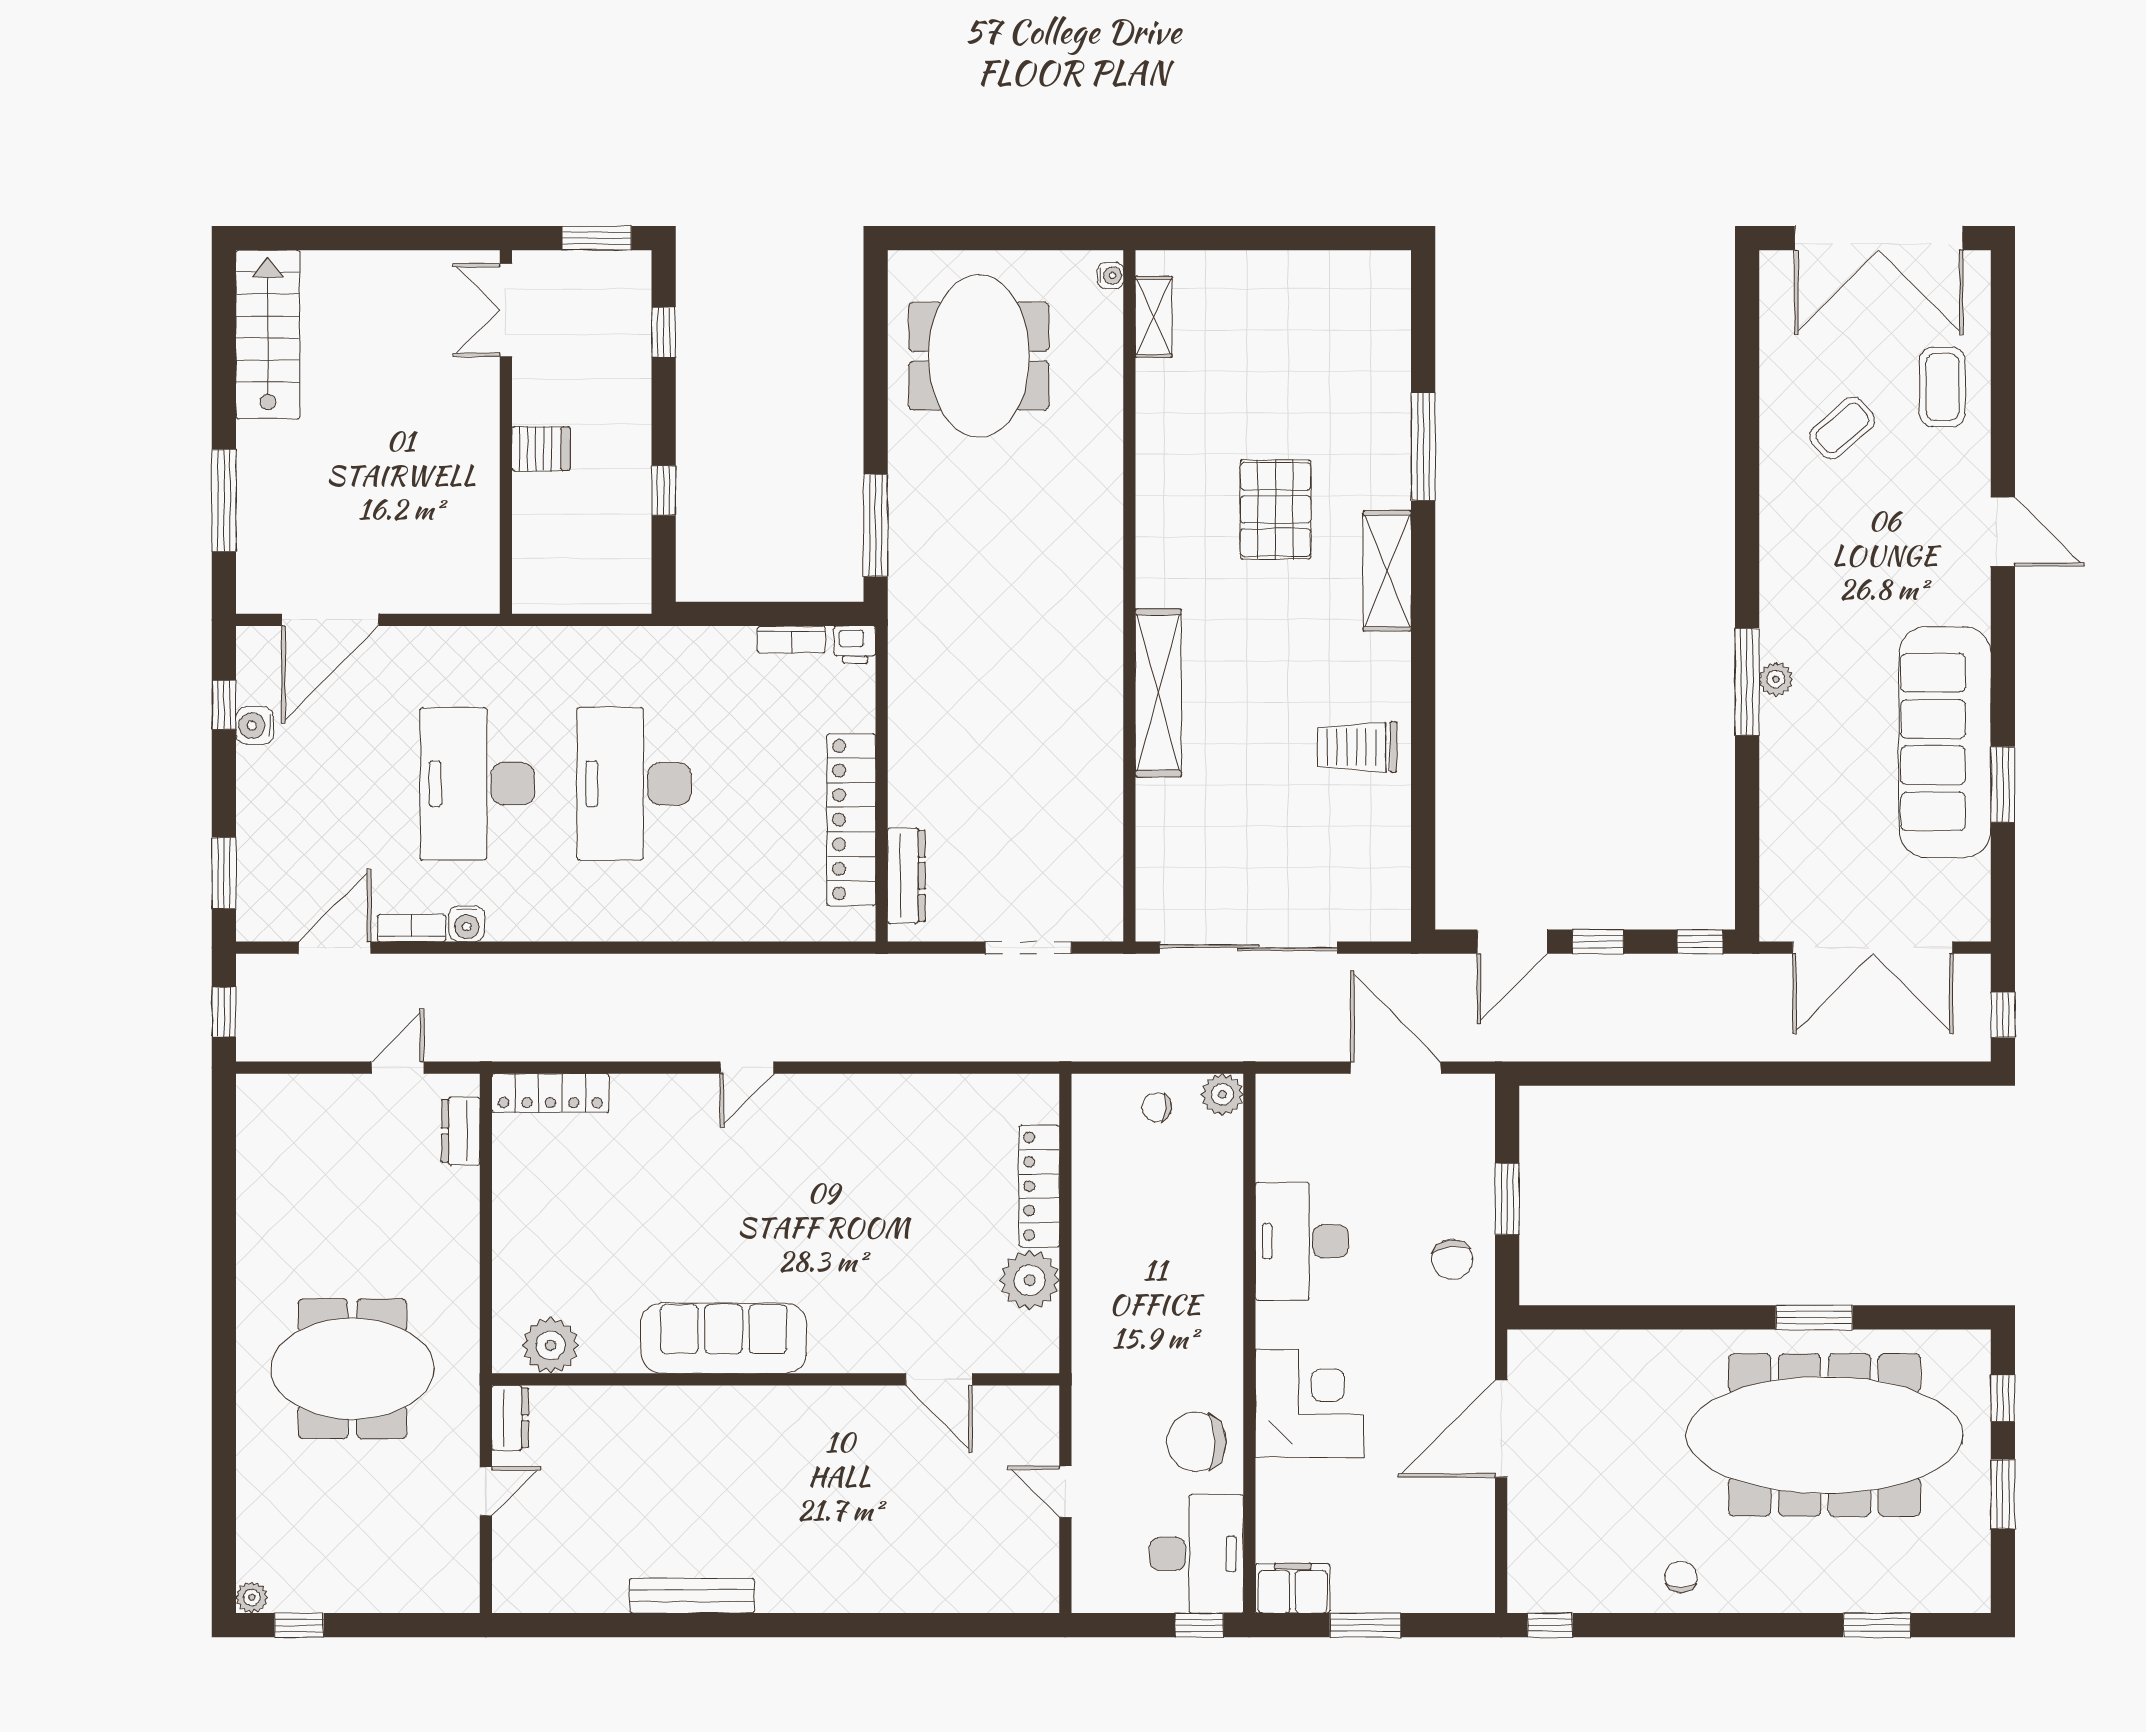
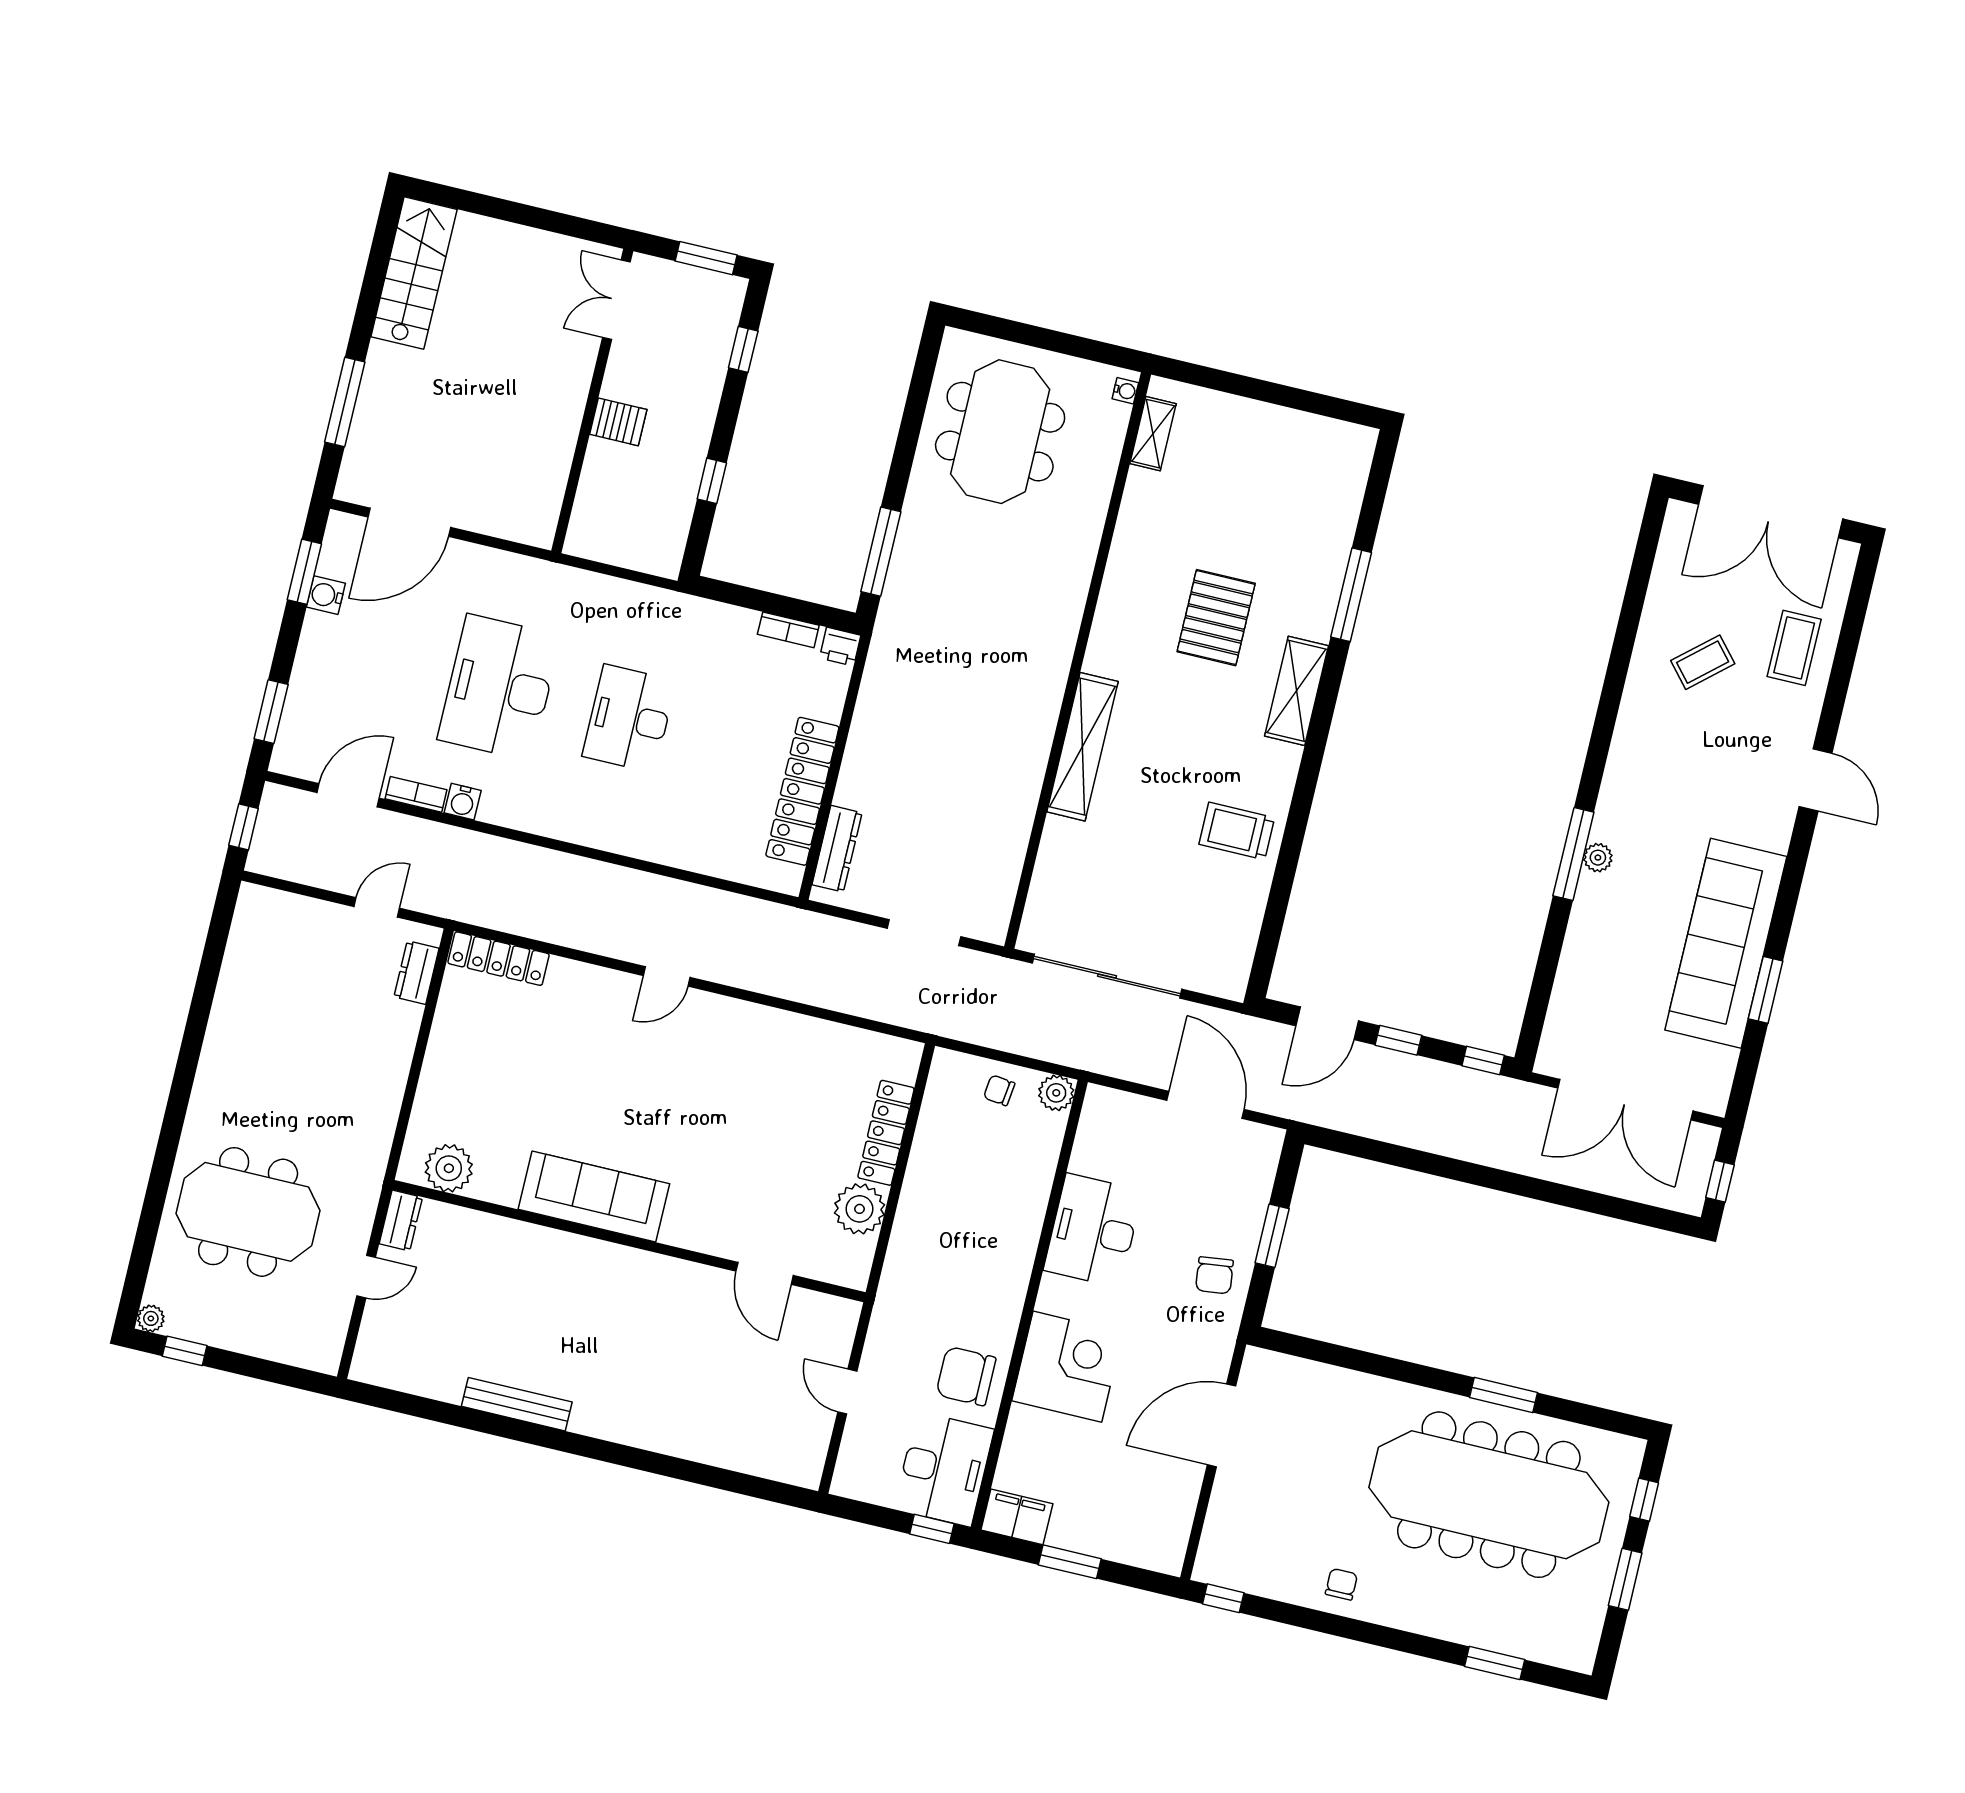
window: (224, 705) -> (304, 572), width x1.50
desk: (634, 784) -> (629, 718), width x0.73, depth x0.77
meeting table: (352, 1369) -> (248, 1212), moved

